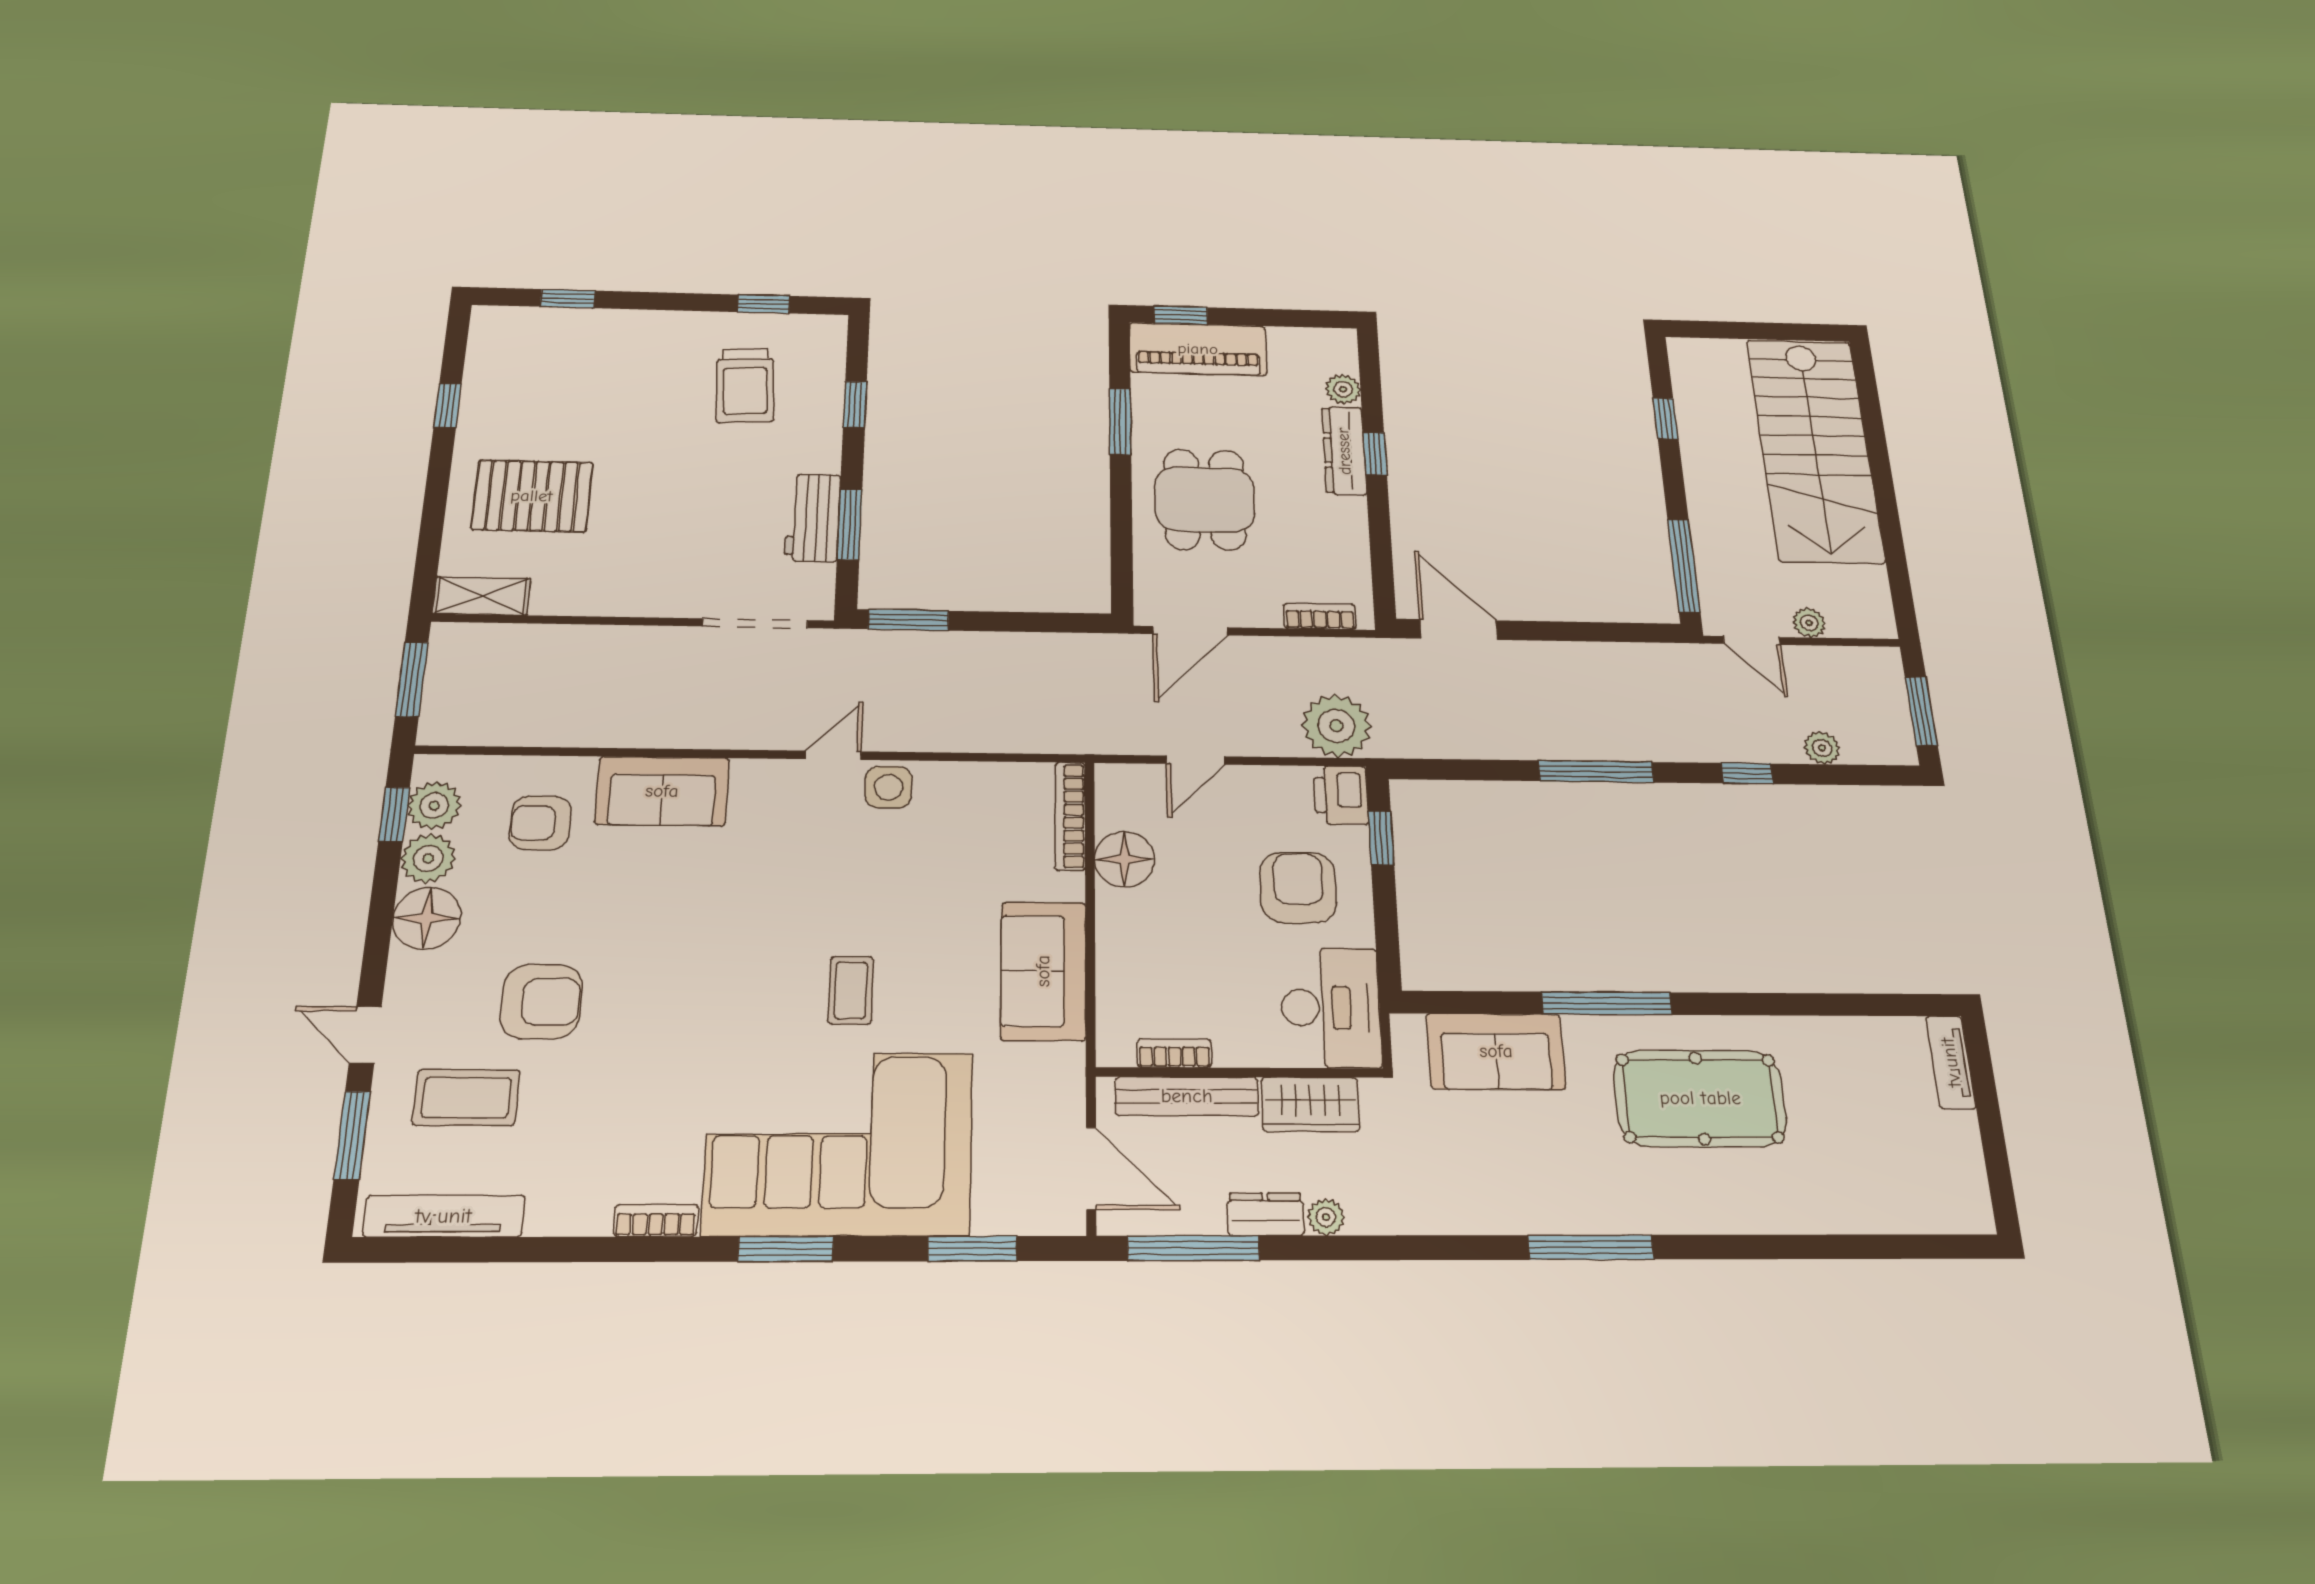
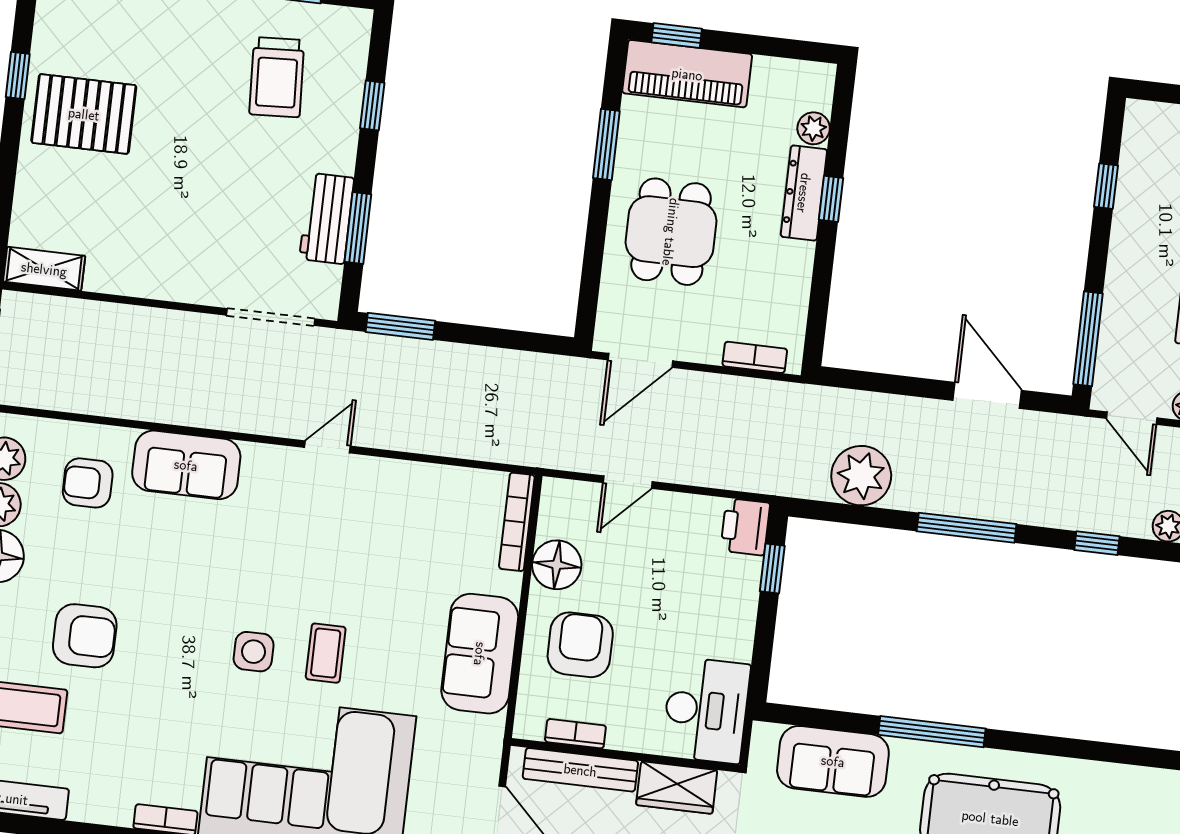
pallet: (532, 496) -> (84, 114), moved
door: (1459, 630) -> (987, 395), moved
plant: (1336, 726) -> (861, 476), moved
side table: (889, 787) -> (254, 652), moved
armchair: (1298, 888) -> (580, 645), moved

